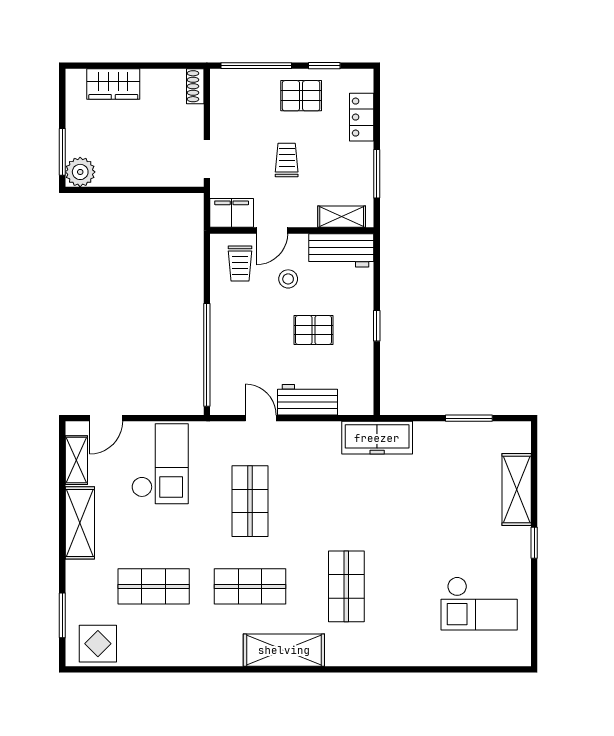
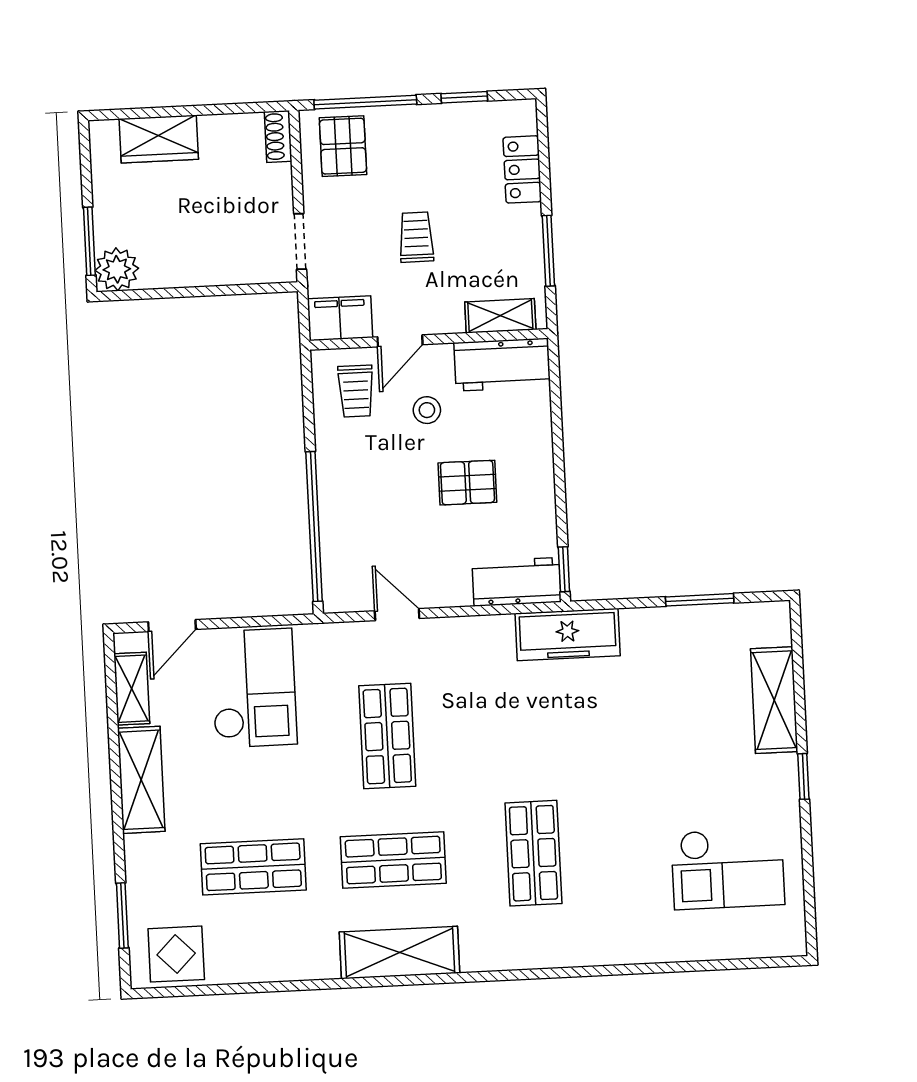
pallet: (301, 96) -> (343, 146), moved, turned 90
window: (377, 326) -> (564, 569), moved
workbench: (307, 400) -> (517, 582), moved
shelving: (284, 650) -> (400, 953), moved

